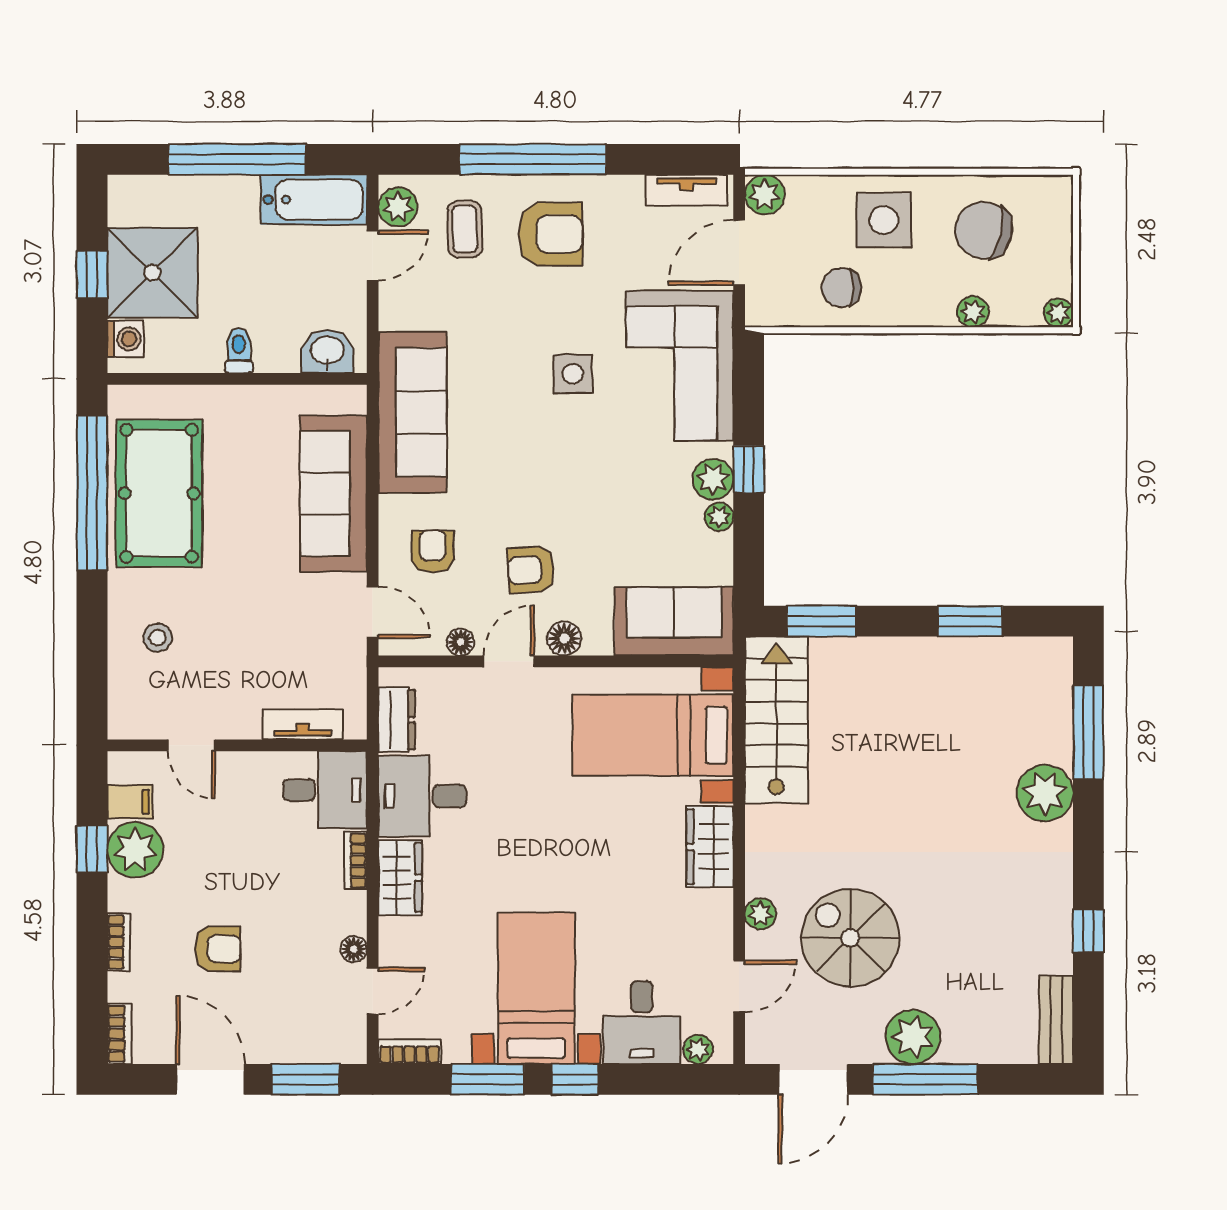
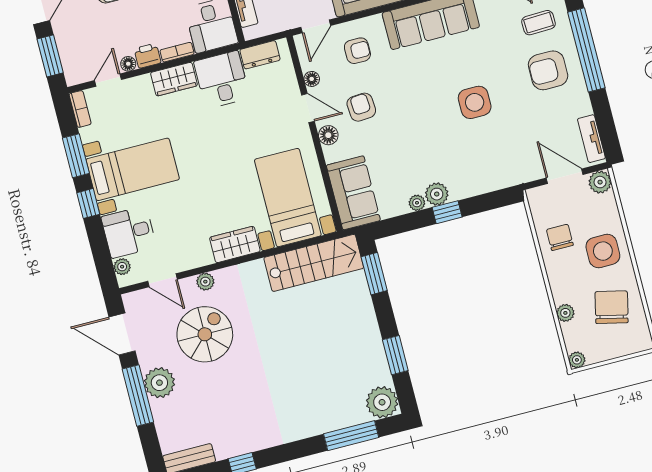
armchair: (551, 234) -> (548, 70), turned 90
corner sofa: (680, 366) -> (494, 160), removed
side table: (573, 374) -> (475, 102), width x1.37, depth x1.37
plant: (1045, 793) -> (382, 402), moved
printer: (348, 913) -> (147, 56), added
door: (373, 991) -> (108, 80), swing flipped

